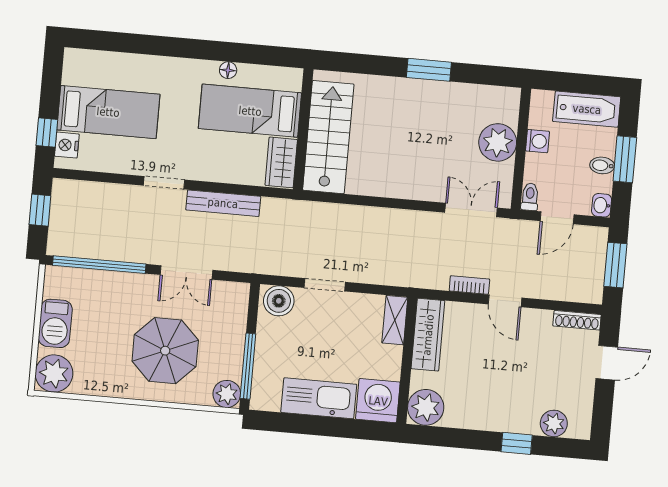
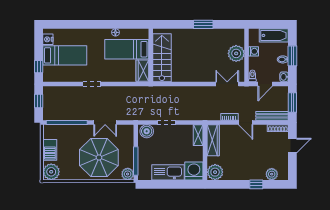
nightstand: (67, 145) -> (48, 39), moved
bench: (223, 203) -> (272, 116), moved
parasol: (165, 351) -> (99, 157), width x1.36, depth x1.36

